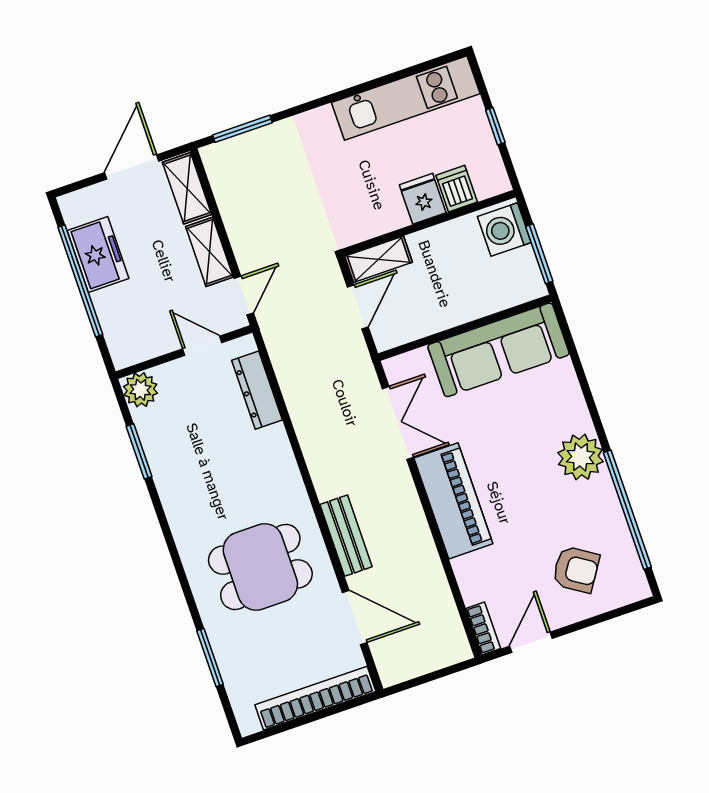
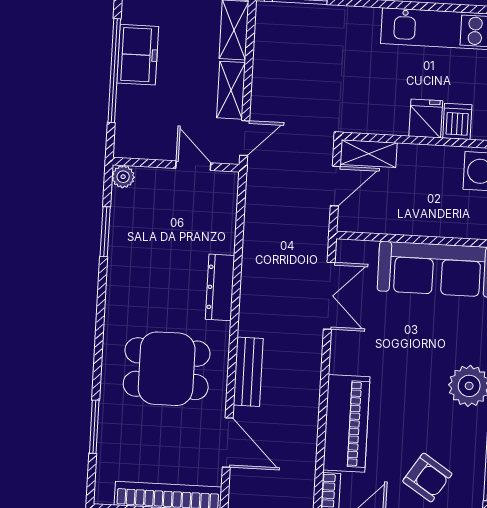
plant: (140, 390) -> (123, 177), width x0.73, depth x0.73
dresser: (257, 390) -> (220, 287), moved
piano: (453, 501) -> (346, 423), moved

